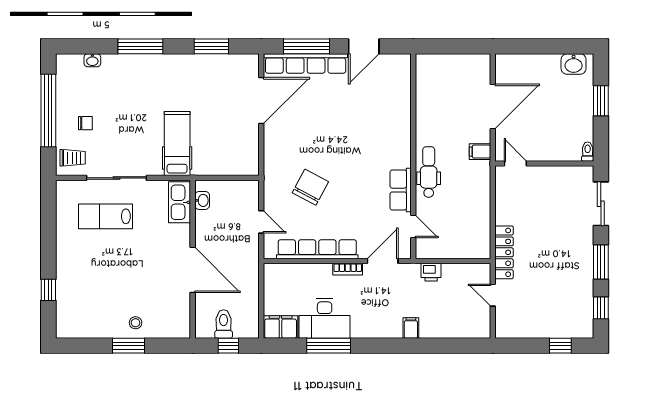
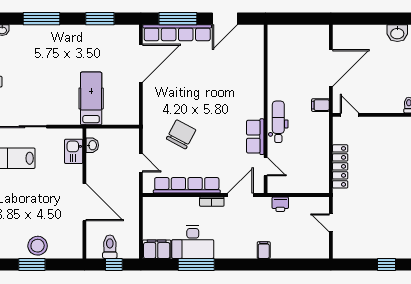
hospital bed: (177, 144) -> (91, 98), moved
kitchen sink: (180, 202) -> (74, 151), width x0.73
locker: (504, 252) -> (340, 166), moved
stool: (136, 323) -> (38, 246), width x1.89, depth x1.89

